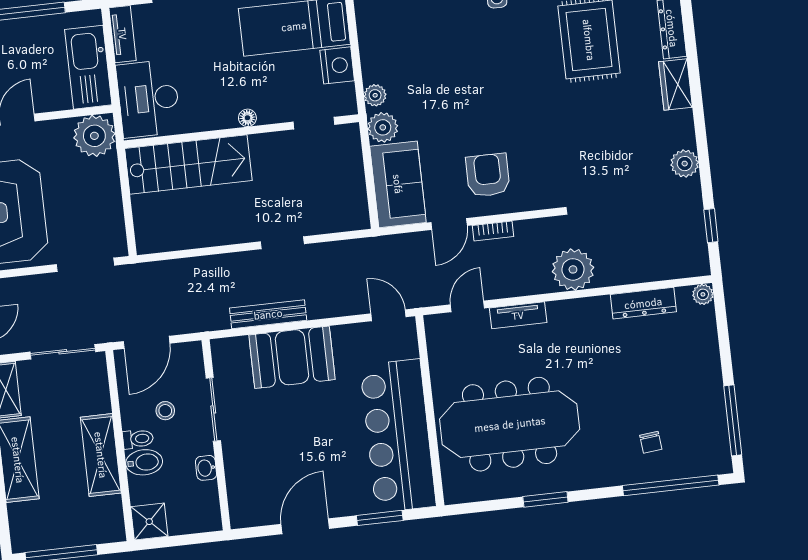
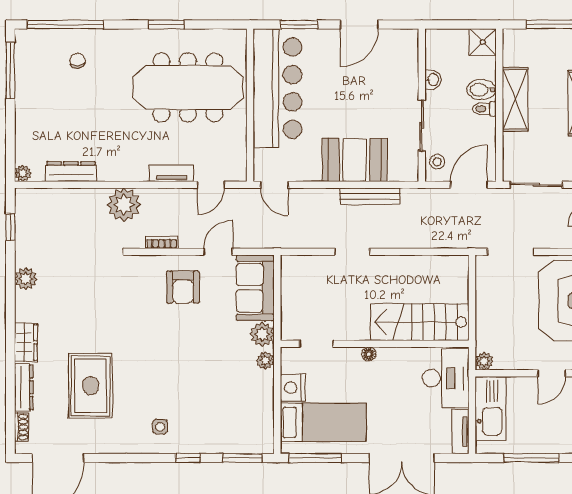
plant: (94, 136) -> (484, 361), width x0.53, depth x0.53
bookcase: (493, 231) -> (162, 242), moved
stool: (165, 411) -> (437, 162), moved

